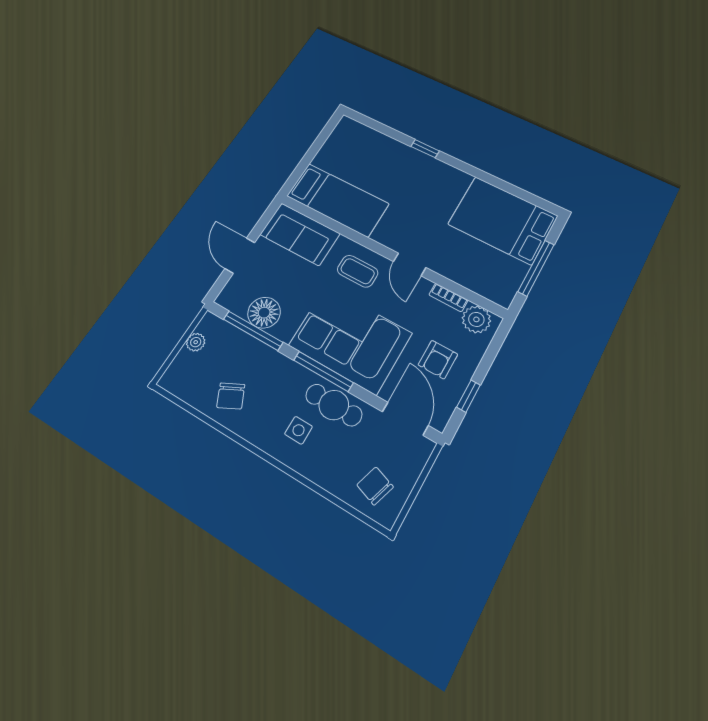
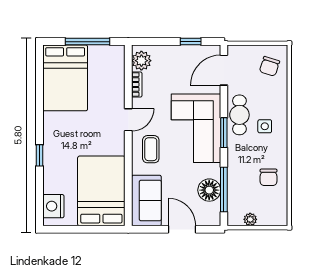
nightstand: (358, 135) -> (53, 206), added
bed: (338, 200) -> (101, 191), width x1.50
door: (240, 256) -> (182, 229), swing flipped
armchair: (438, 360) -> (179, 70), removed
window: (323, 371) -> (224, 133), width x0.69
chair: (231, 396) -> (268, 177), turned 116

